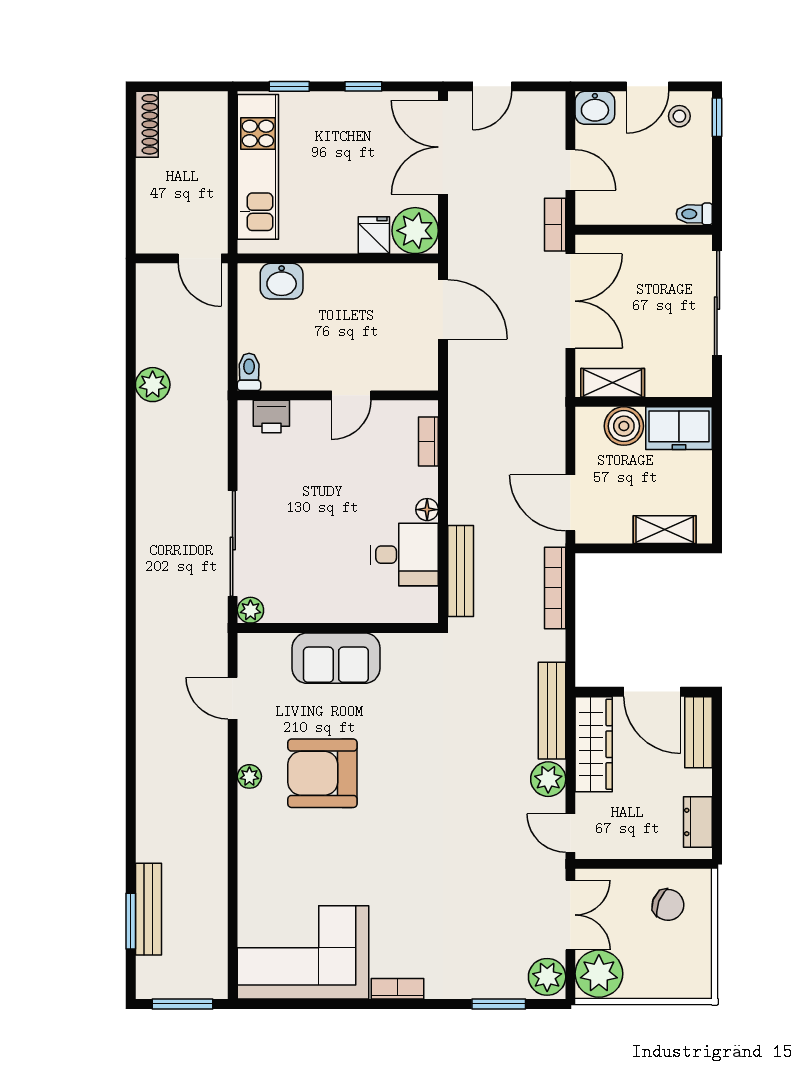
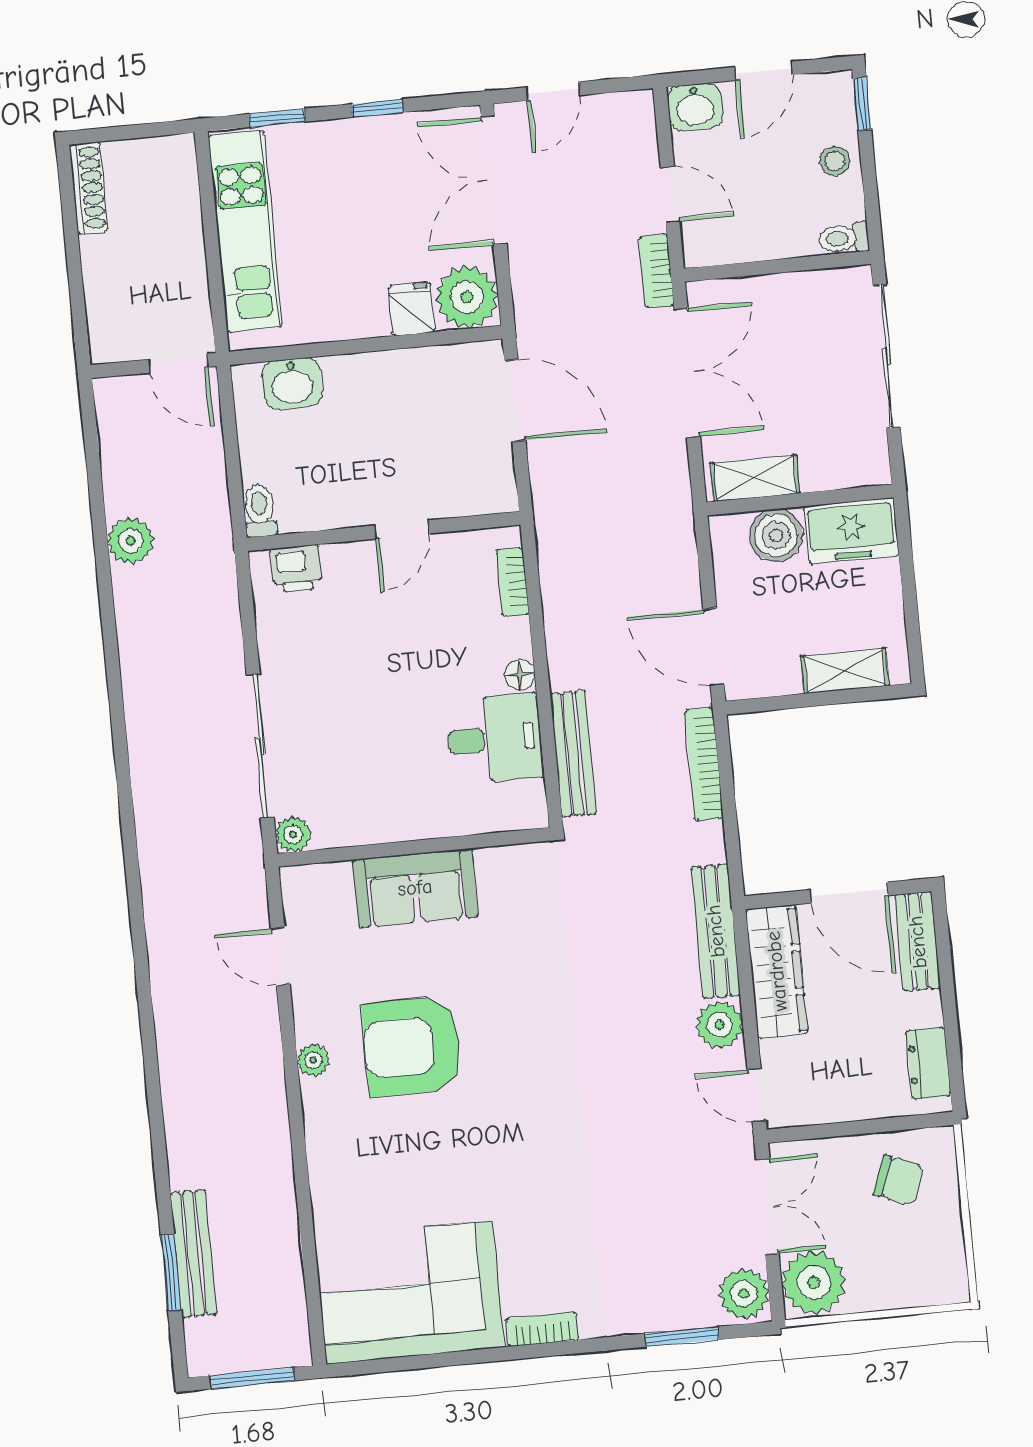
stool: (679, 116) -> (835, 161), moved

